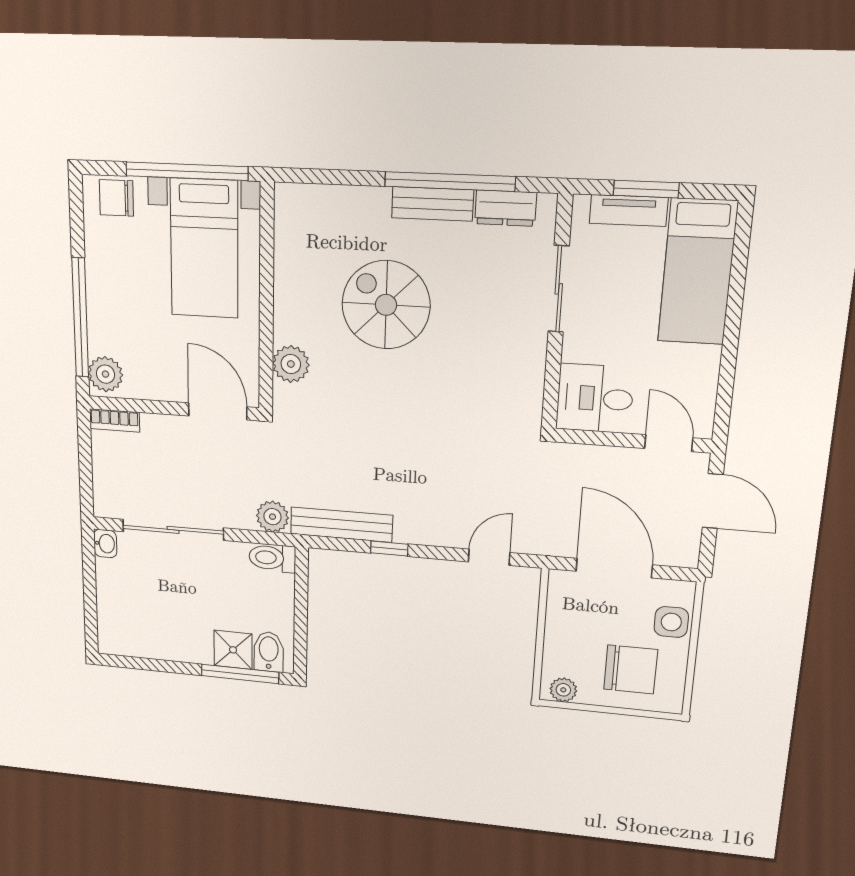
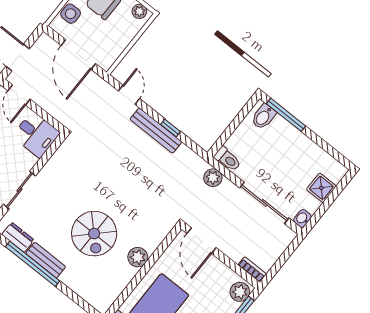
plant: (291, 364) -> (138, 257), moved
bench: (341, 525) -> (156, 131), moved
door: (489, 557) -> (129, 95), swing flipped
shower: (233, 650) -> (321, 188), moved

